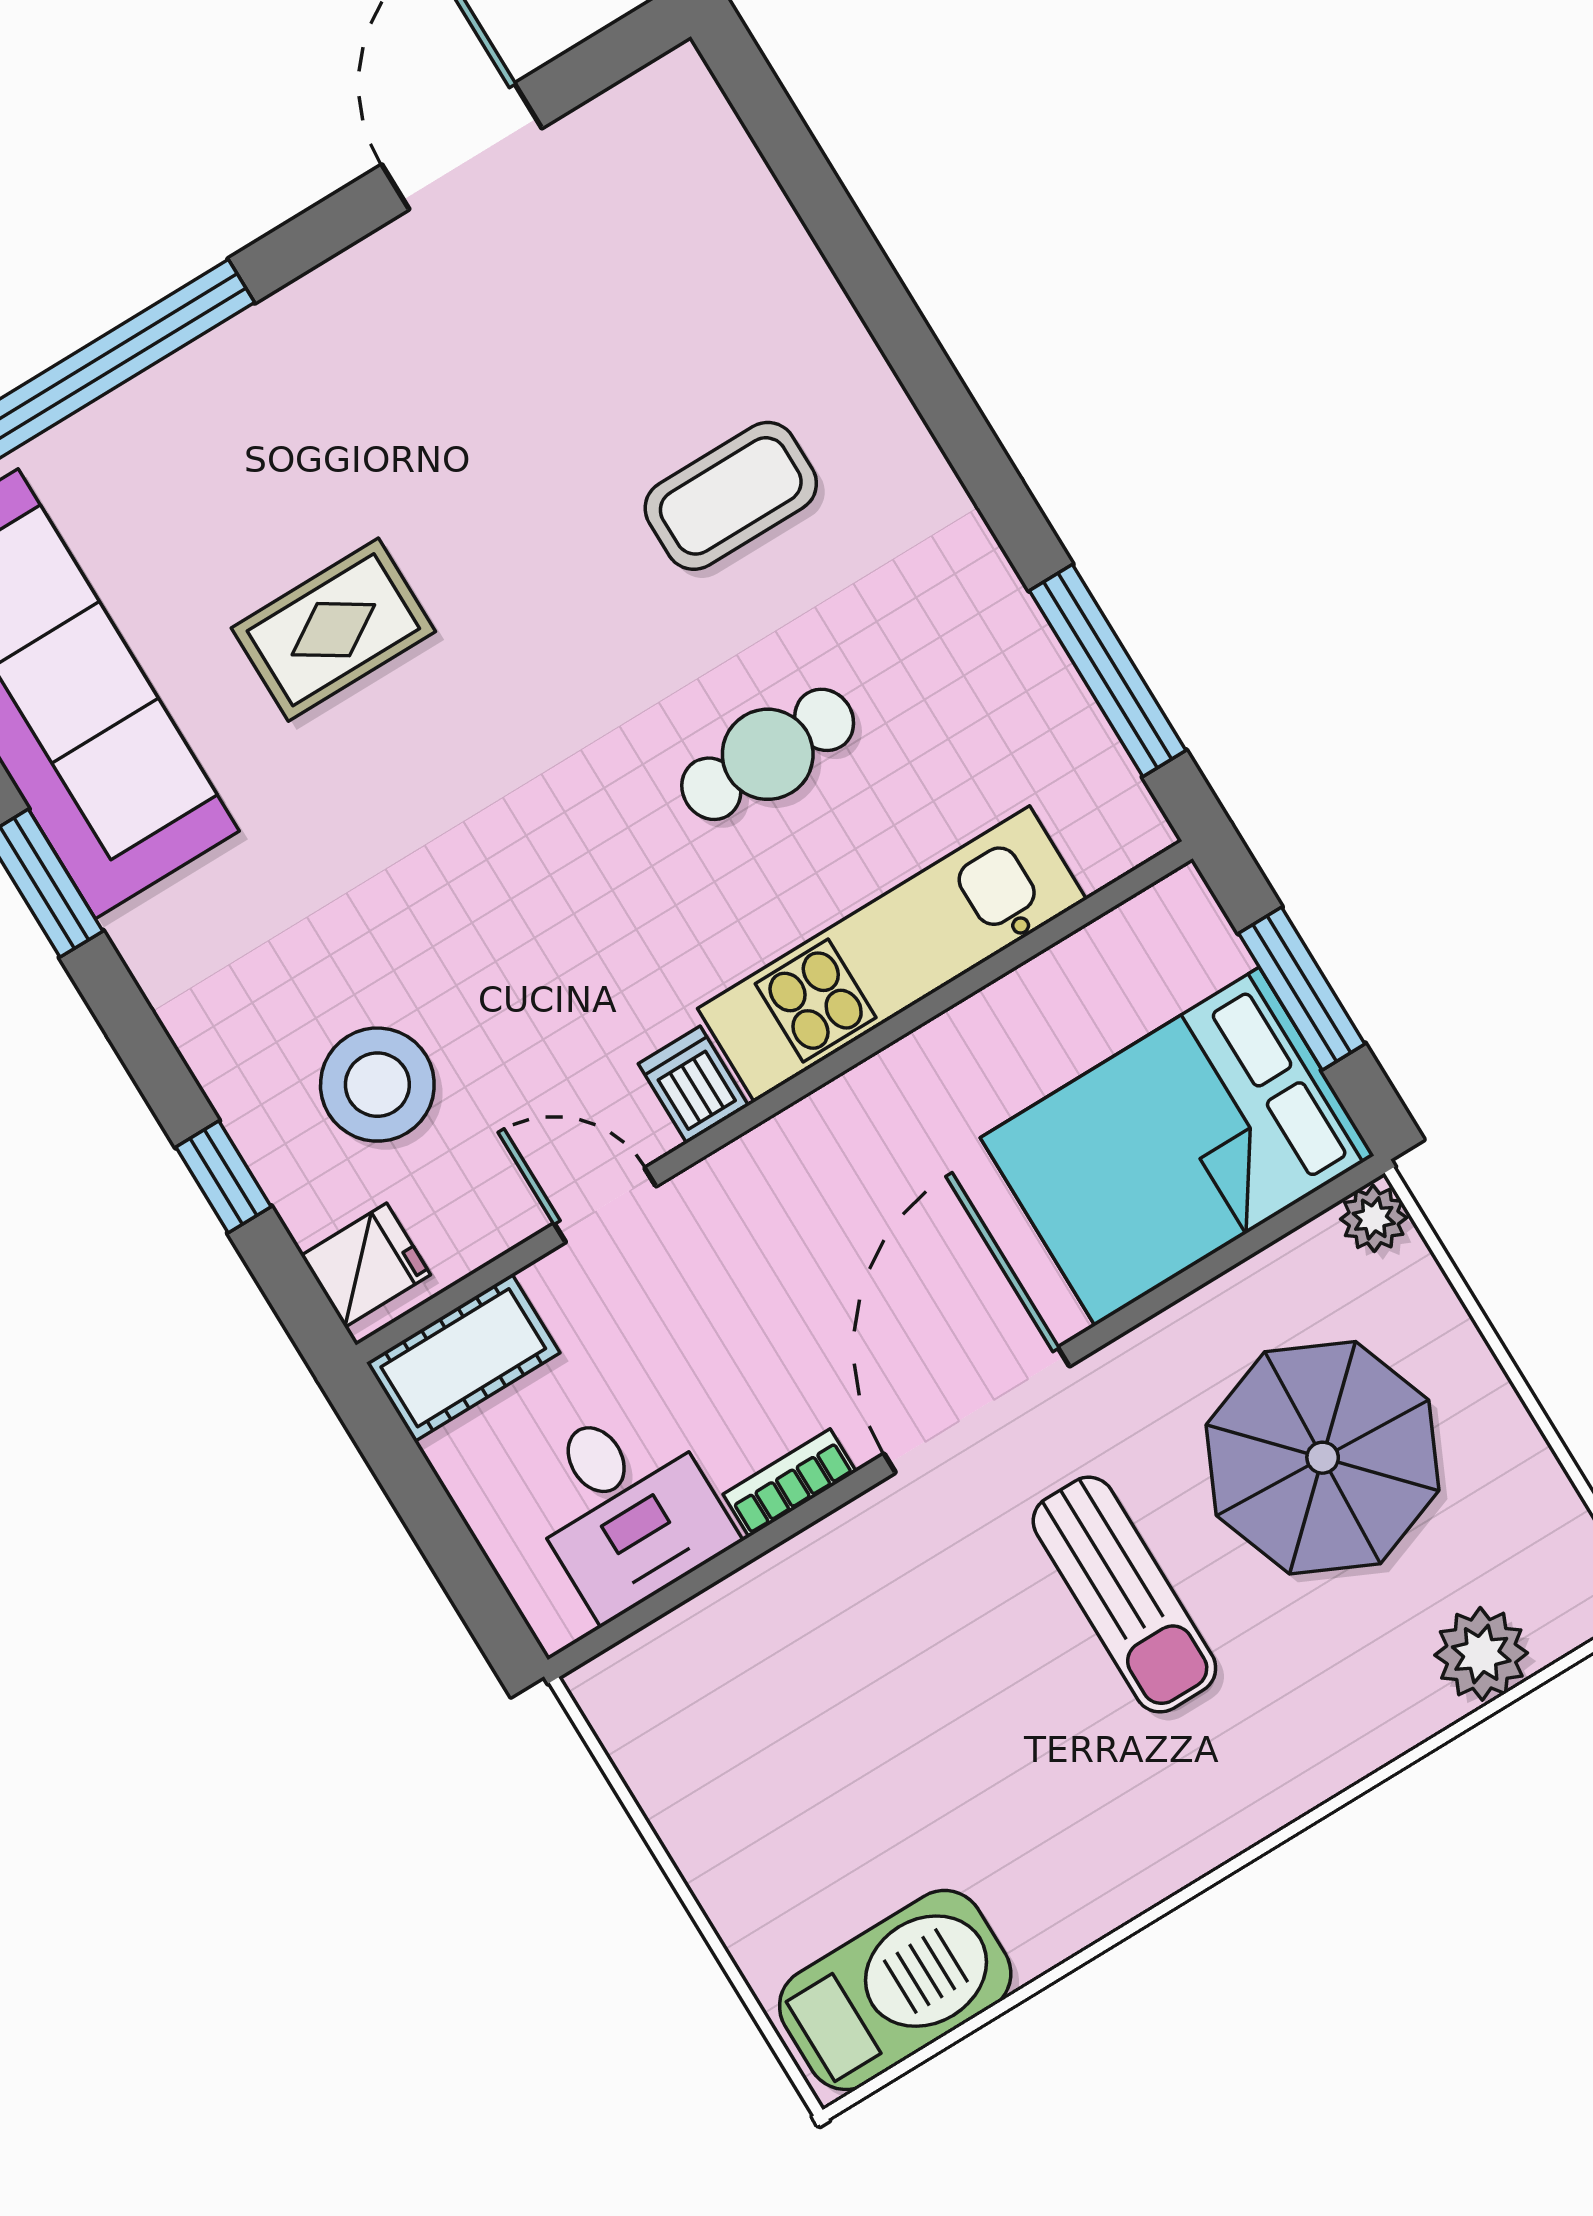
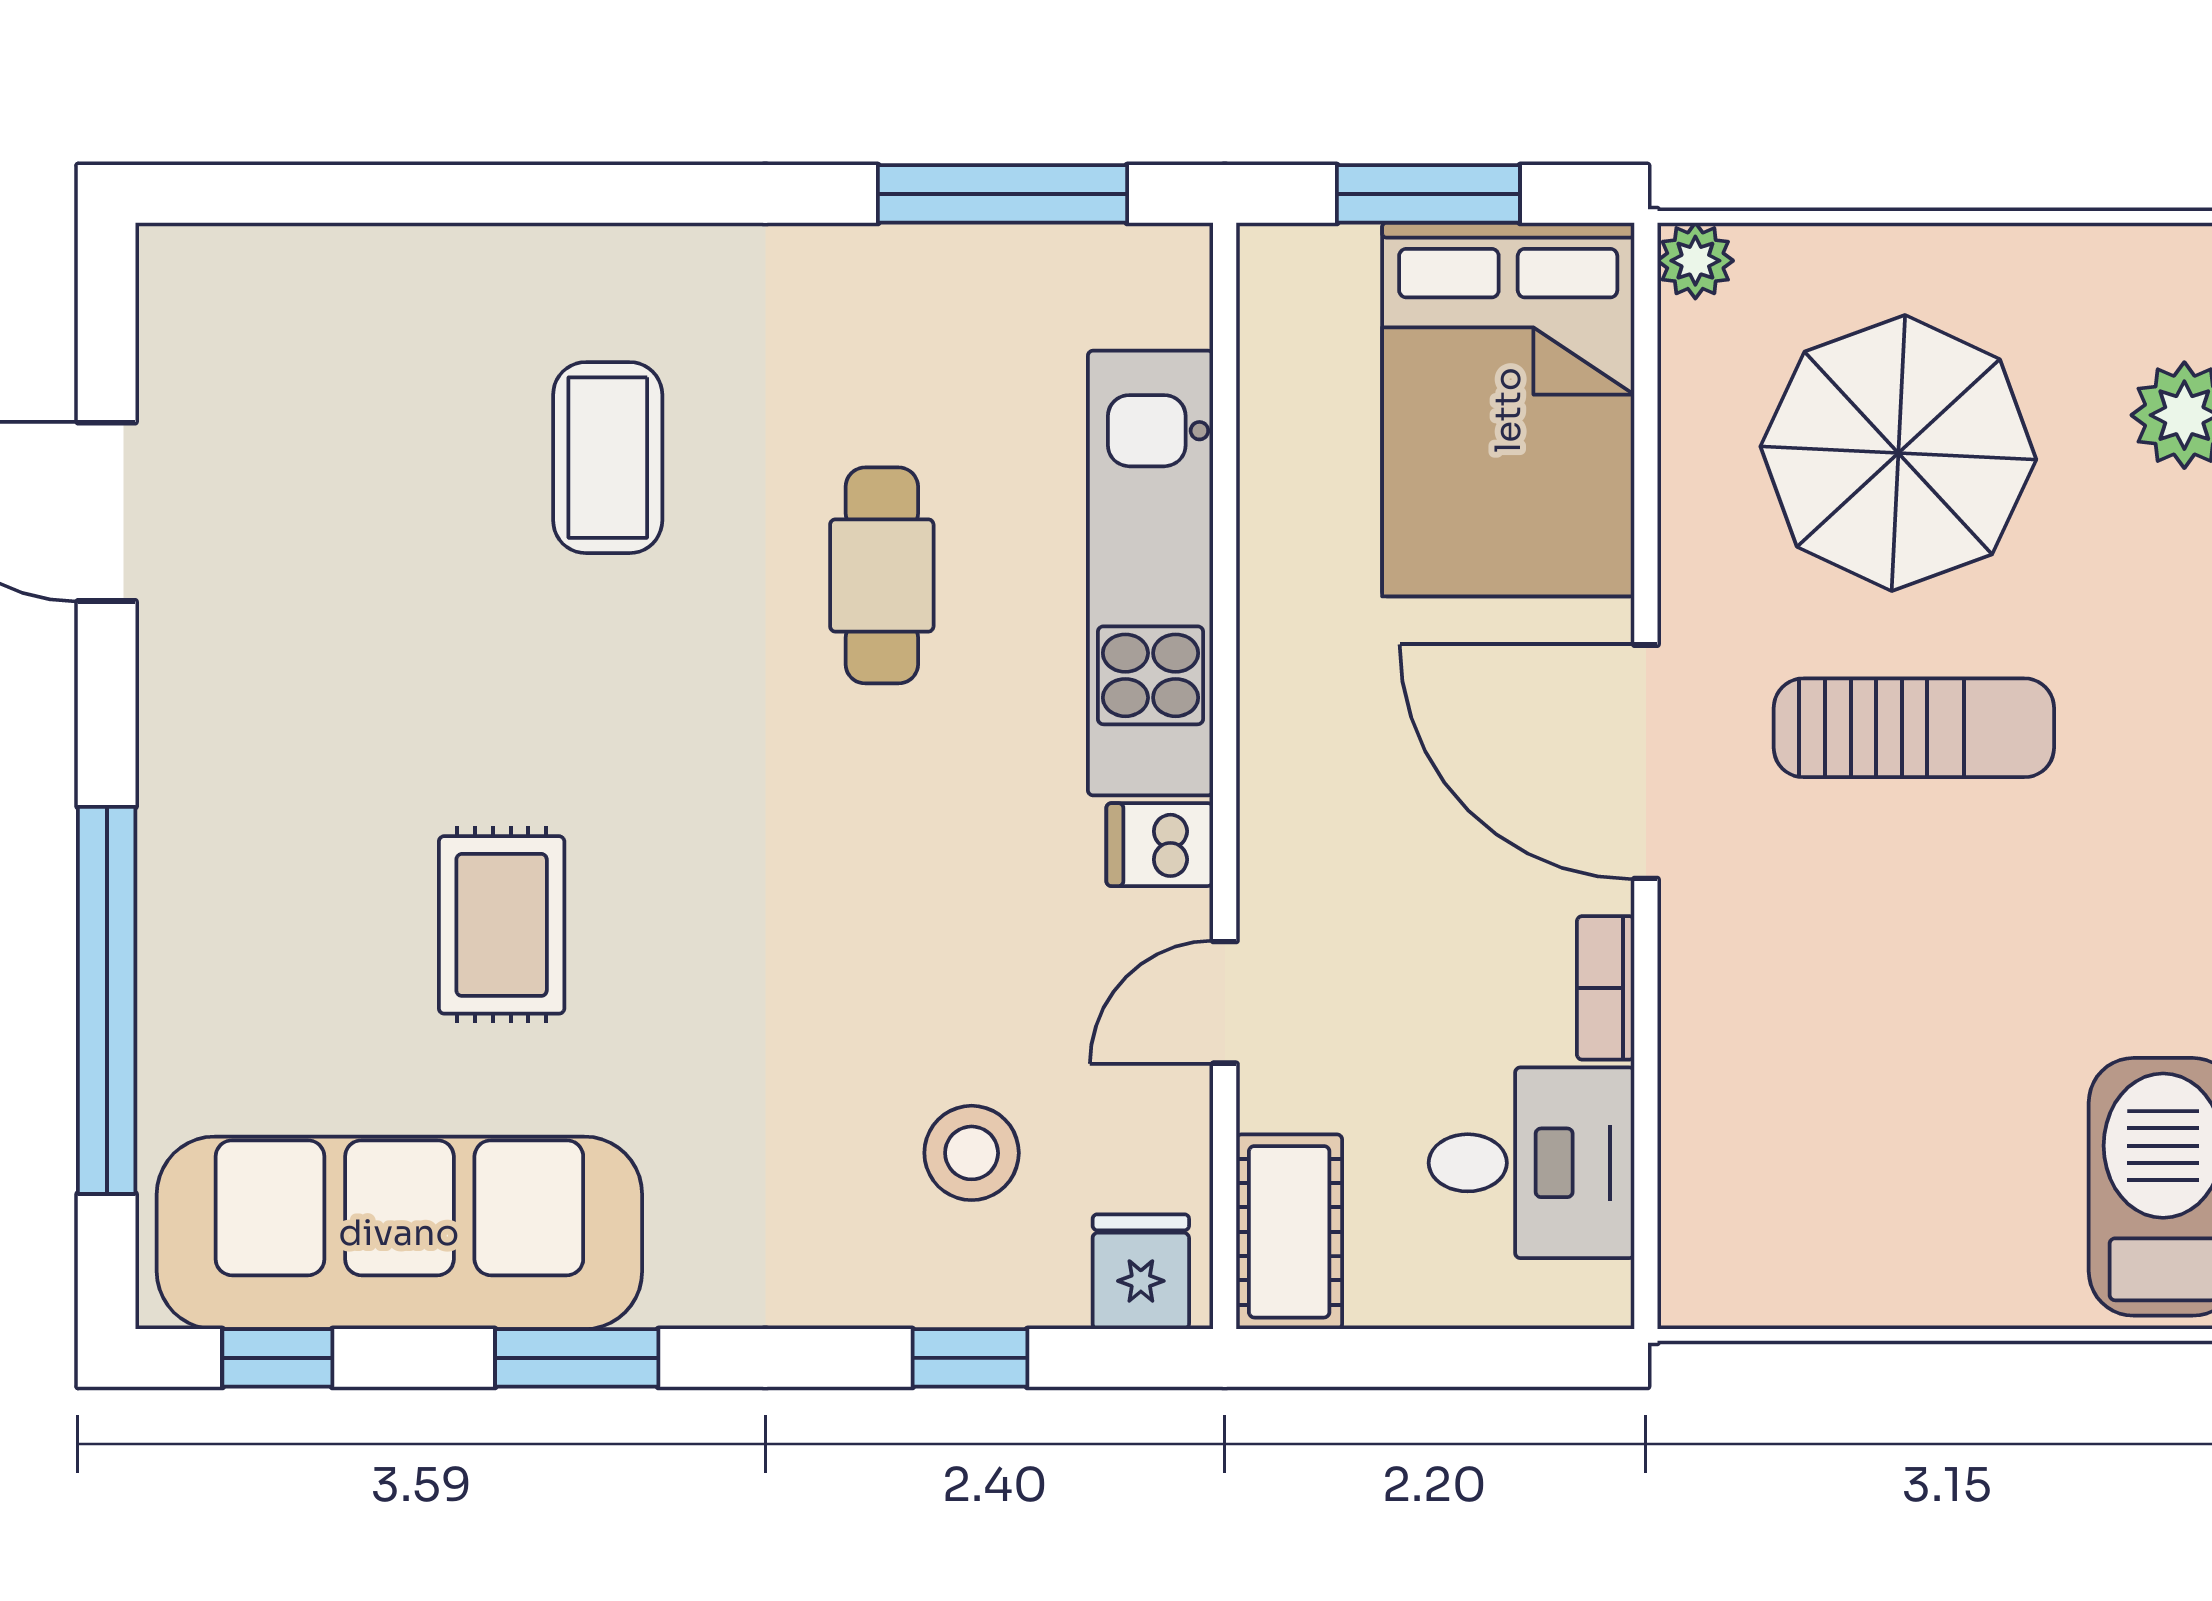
stool: (377, 1085) -> (972, 1153), width x0.73, depth x0.73

